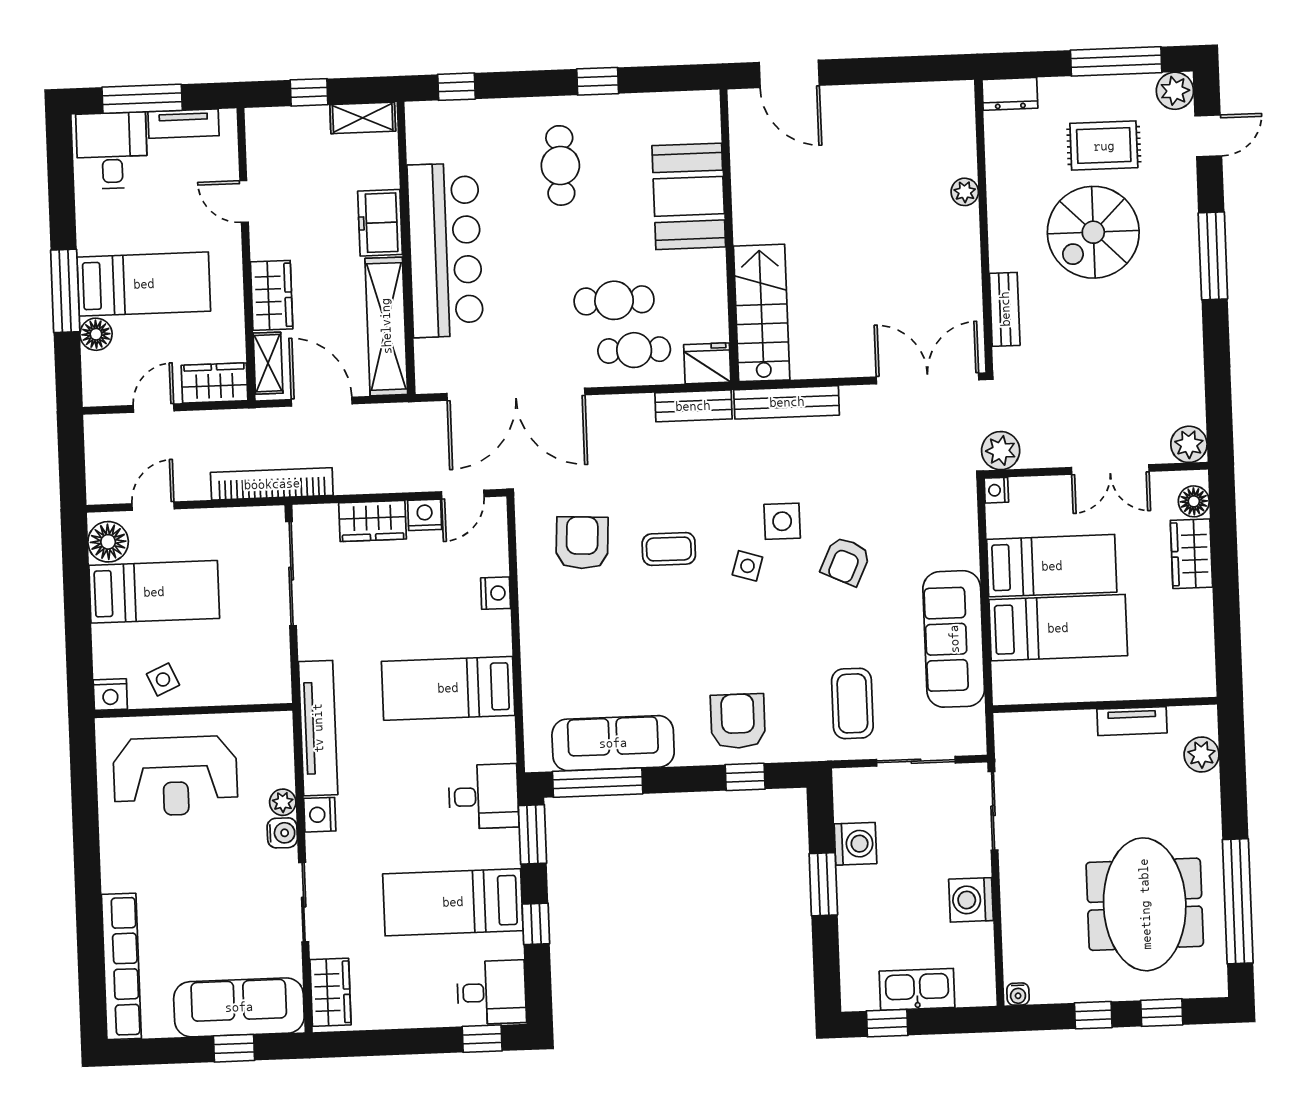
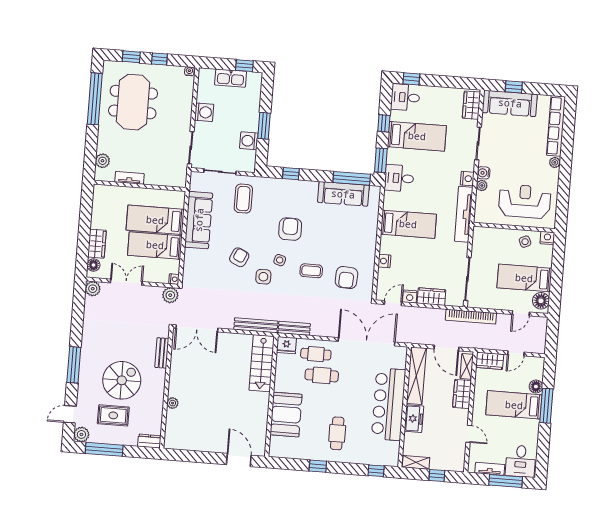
armchair: (738, 721) -> (290, 229), moved, turned 180
plant: (114, 878) -> (555, 162), added

